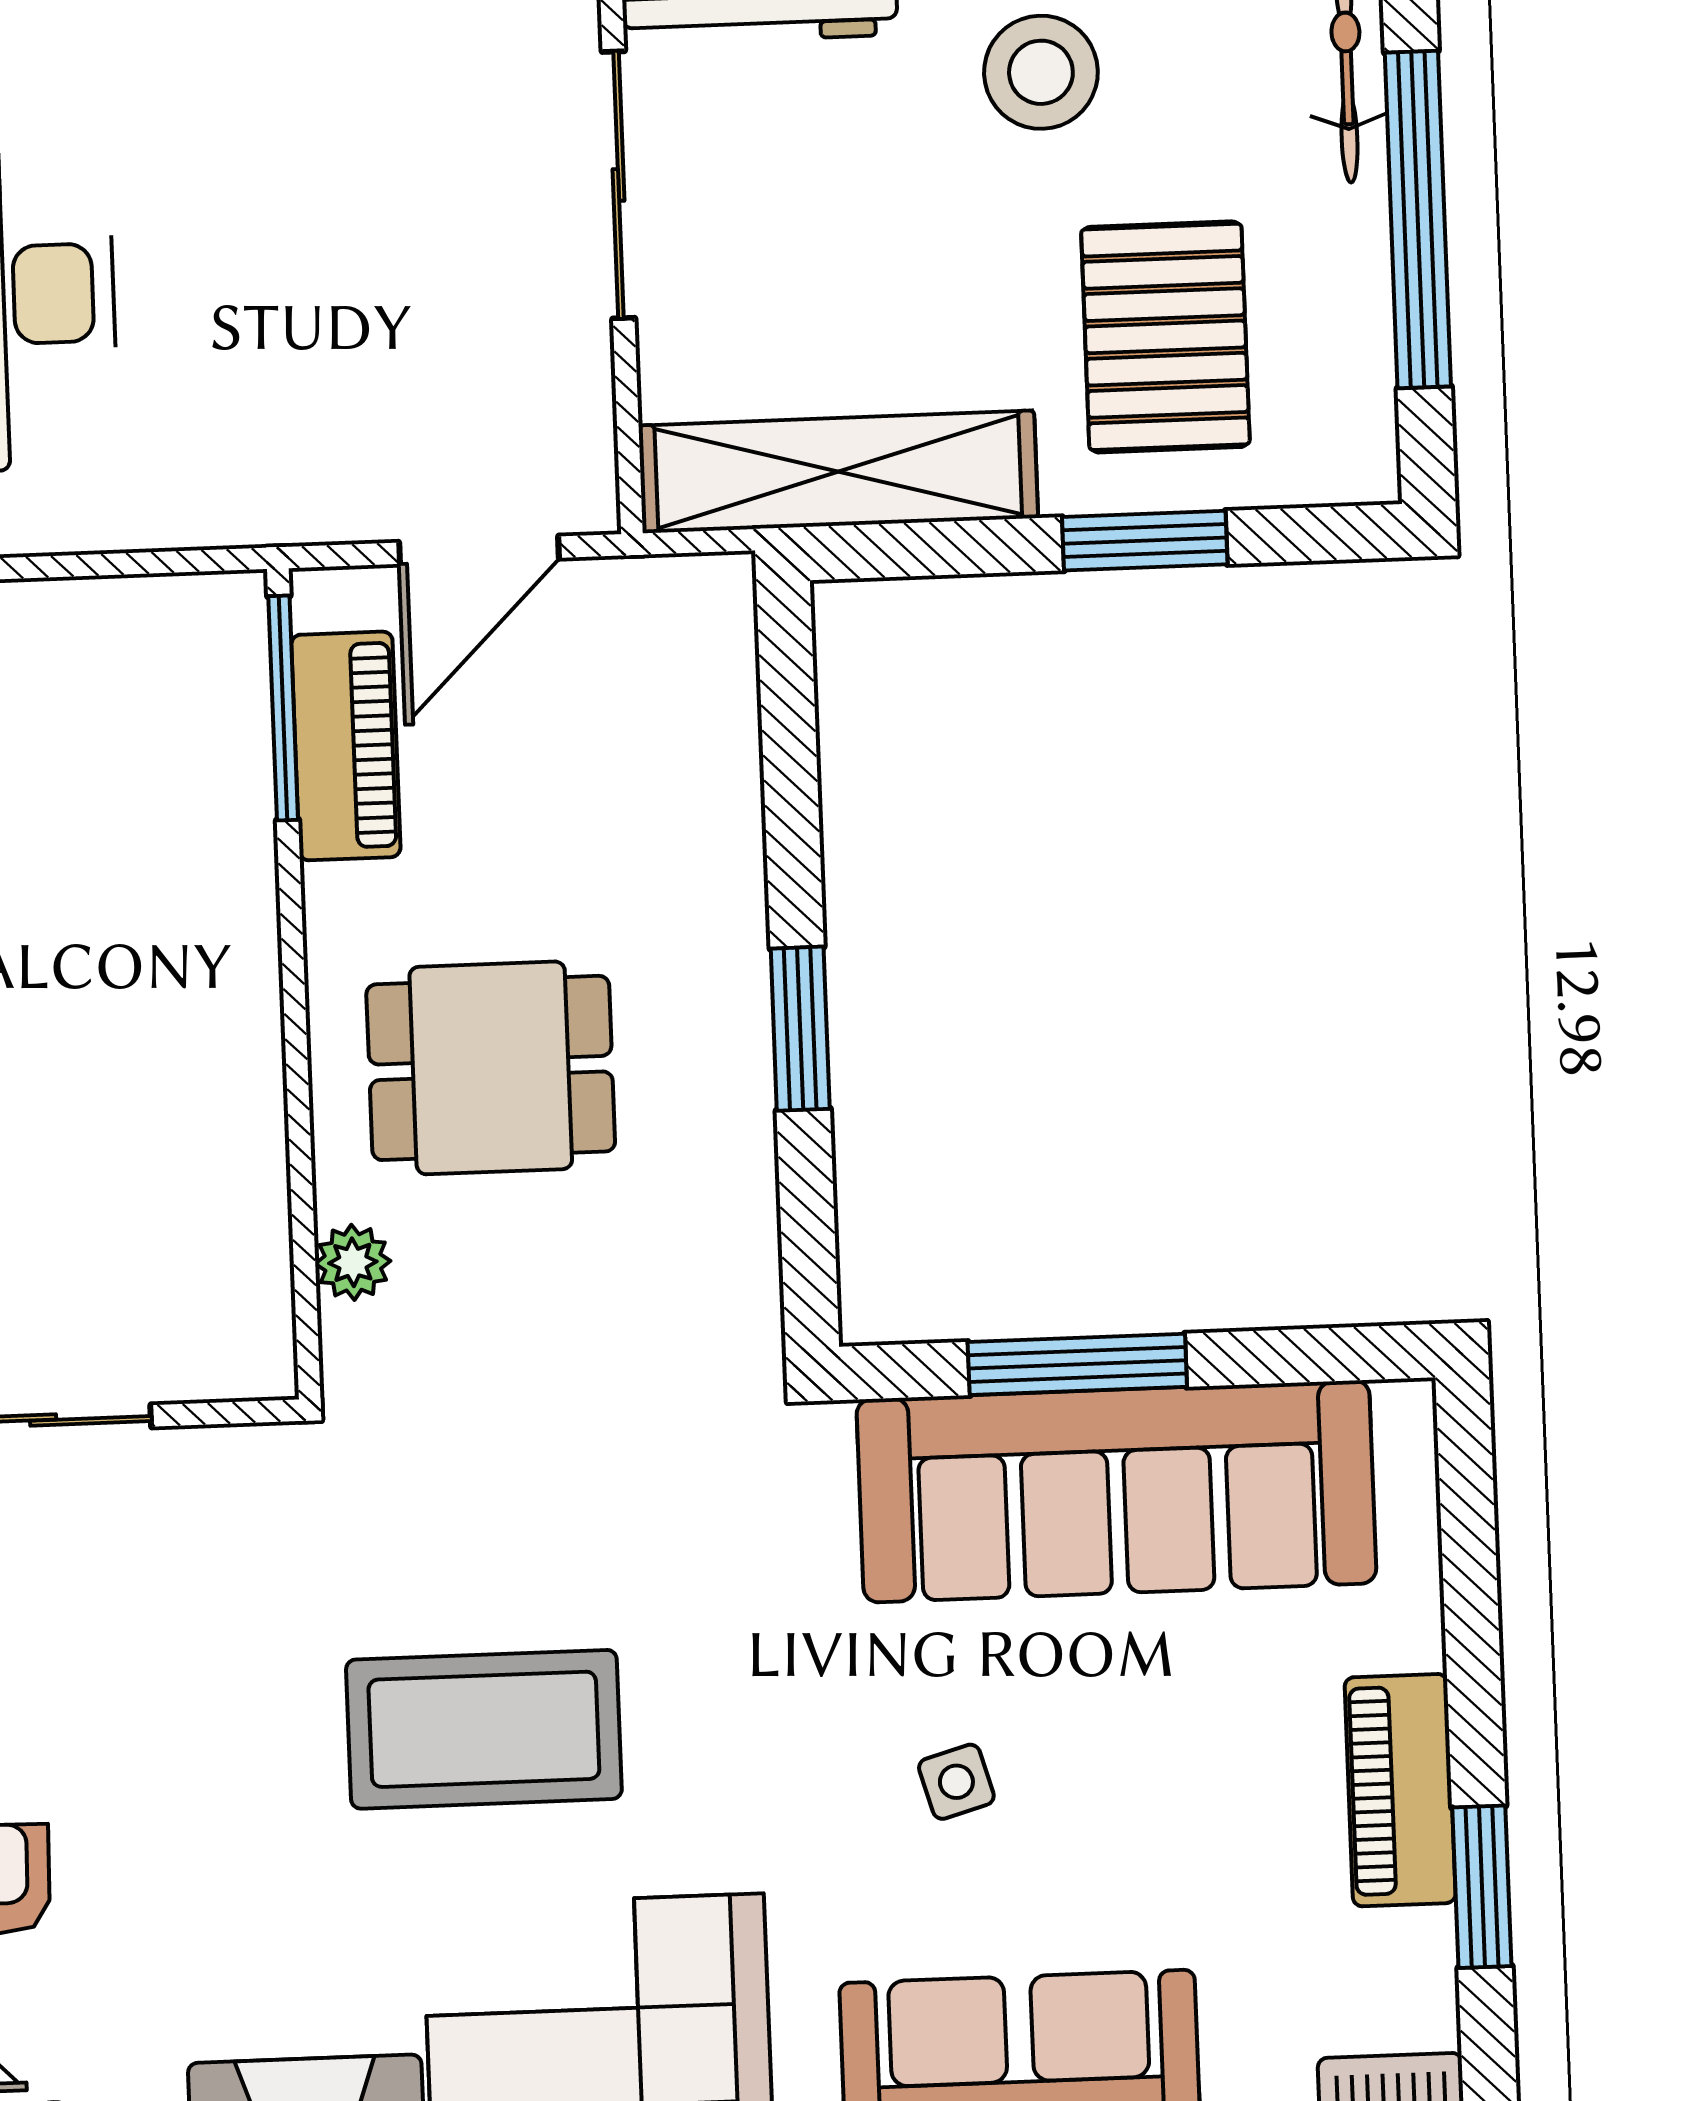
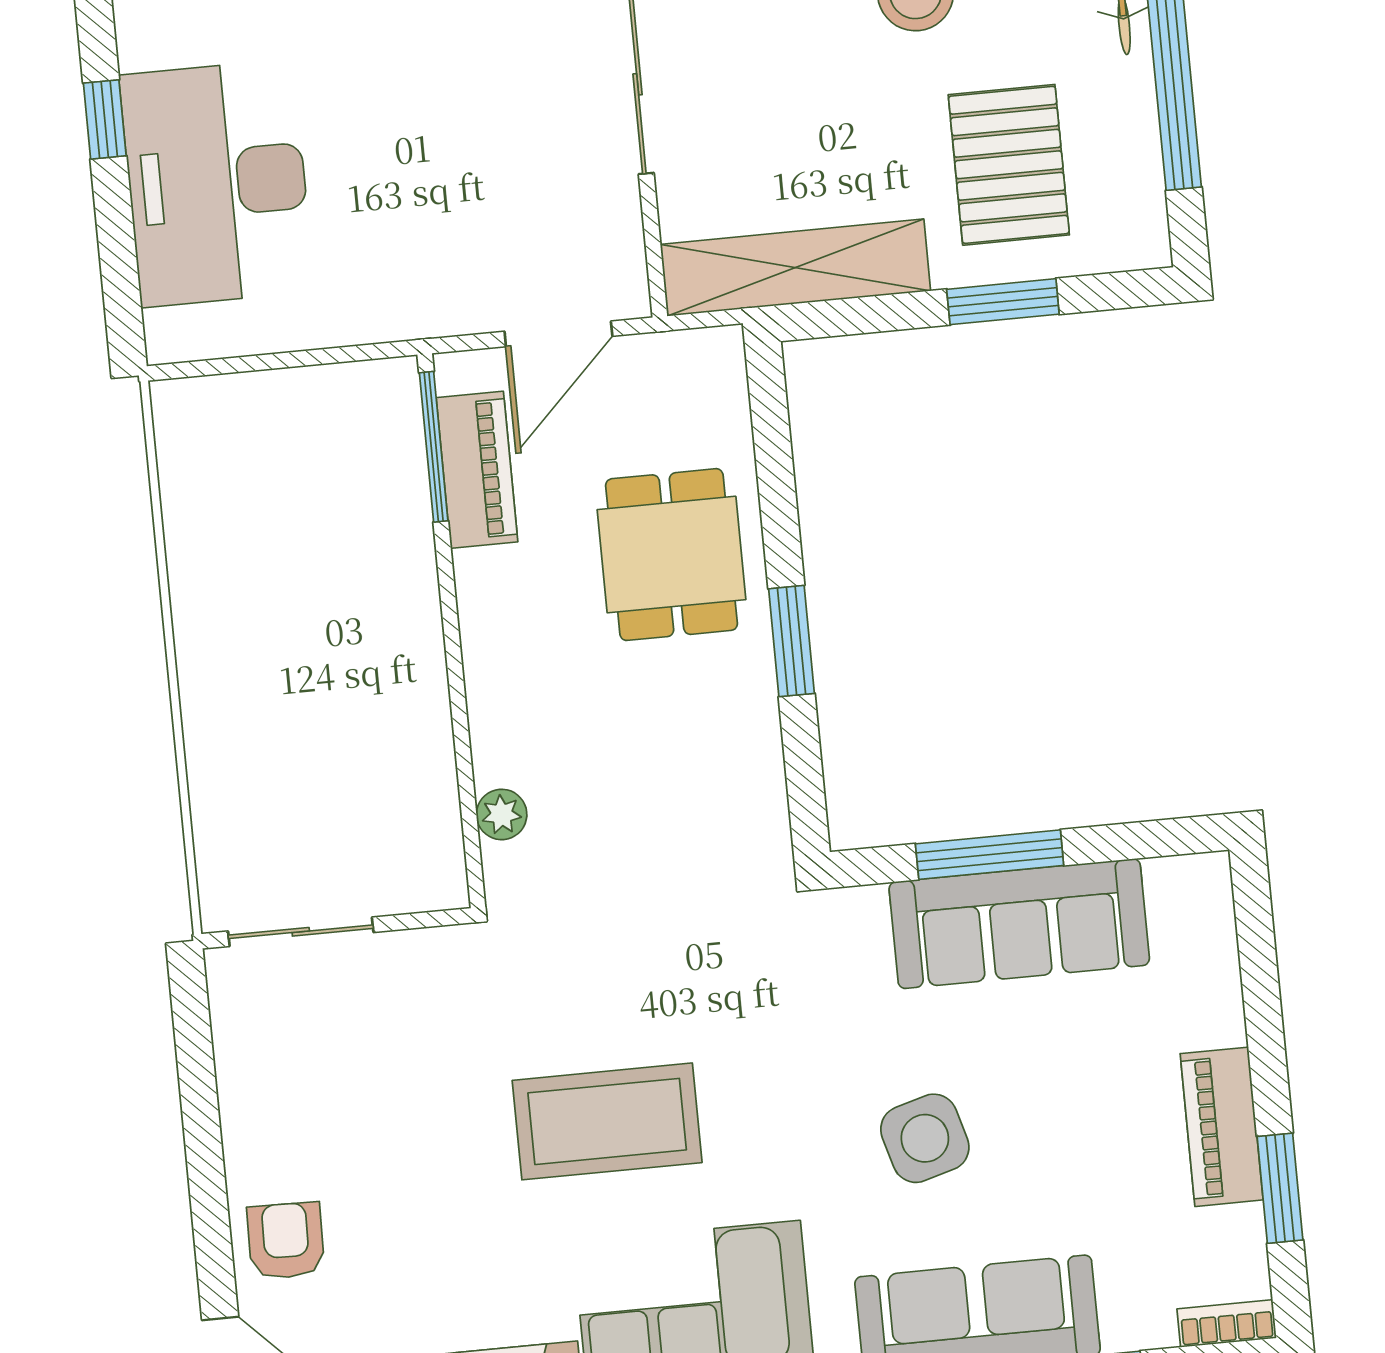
dining table: (491, 1068) -> (671, 555), moved, turned 90
sofa: (1116, 1491) -> (1019, 924), width x0.74, depth x0.79
side table: (956, 1782) -> (925, 1138), width x1.87, depth x1.87

